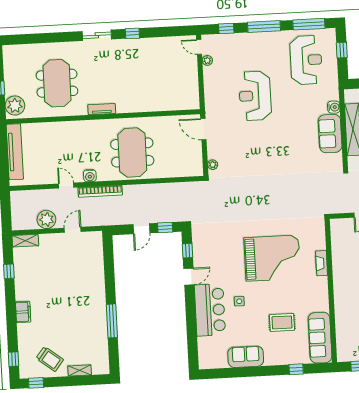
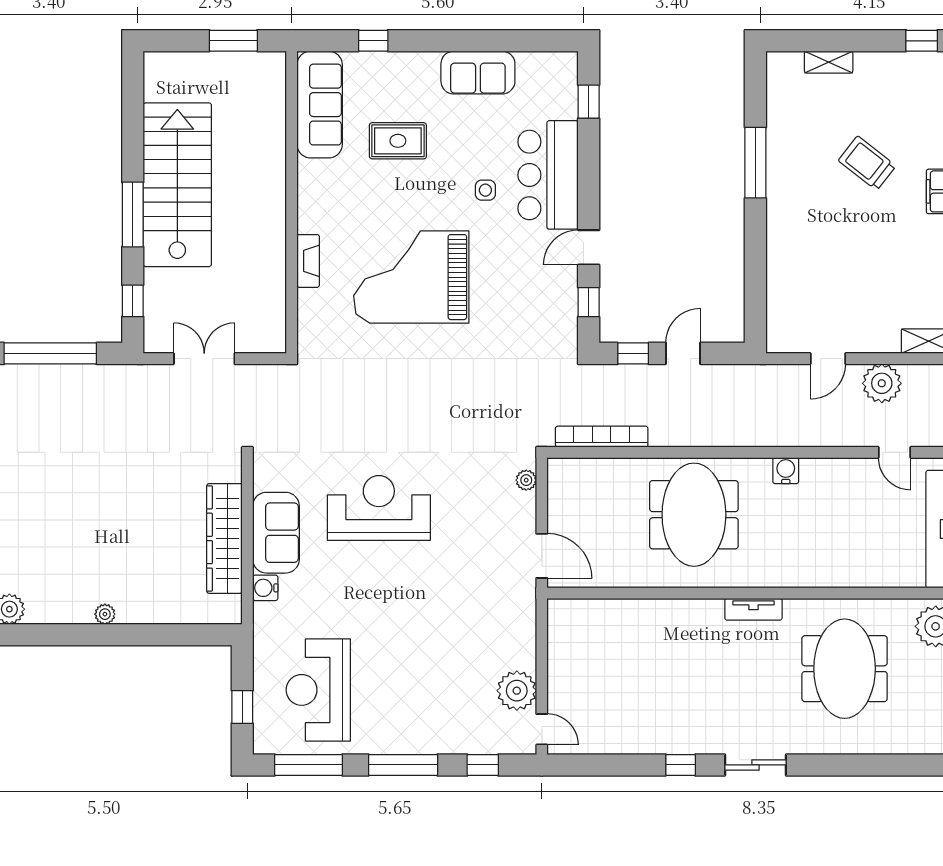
plant: (207, 60) -> (517, 691), width x1.87, depth x1.87
reception desk: (255, 96) -> (379, 508), moved, turned -90
door: (66, 186) -> (895, 452), moved
bookcase: (100, 191) -> (602, 437), moved
window: (192, 346) -> (589, 102), added
trolley: (50, 359) -> (867, 163), moved

